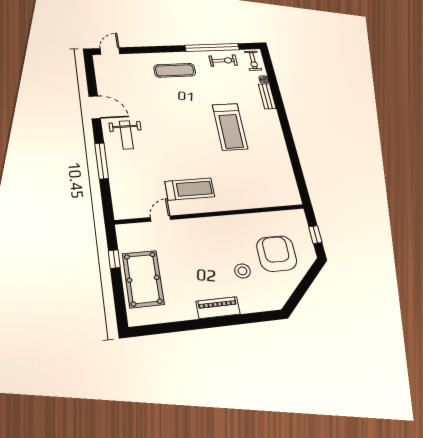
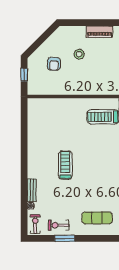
window: (212, 47) -> (65, 238), width x0.47
treadmill: (230, 127) -> (65, 165), width x0.73, depth x0.73
armchair: (277, 254) -> (54, 64), width x0.53, depth x0.53

